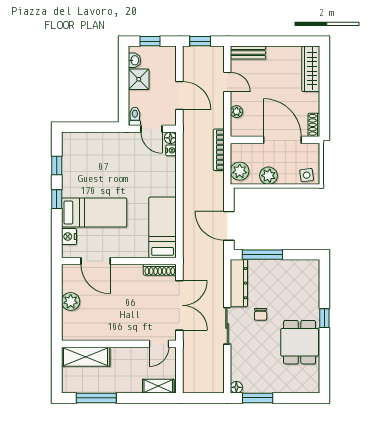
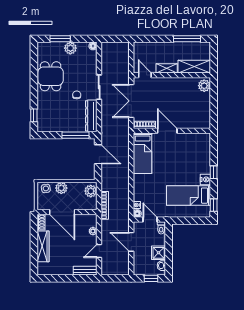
window: (200, 41) -> (117, 278), removed
wardrobe: (311, 69) -> (43, 246), moved
door: (227, 82) -> (99, 251), hinge flipped
window: (57, 166) -> (214, 205), moved
plant: (268, 176) -> (61, 188), moved
bed: (94, 213) -> (188, 196), moved
nightstand: (69, 237) -> (205, 179), moved
door: (96, 261) -> (167, 131), moved
plant: (71, 302) -> (204, 86), moved
window: (324, 318) -> (34, 115), moved
door: (159, 344) -> (145, 75), hinge flipped
plant: (270, 384) -> (70, 48), added
shelving: (158, 386) -> (167, 68), moved
window: (258, 398) -> (60, 39), moved

